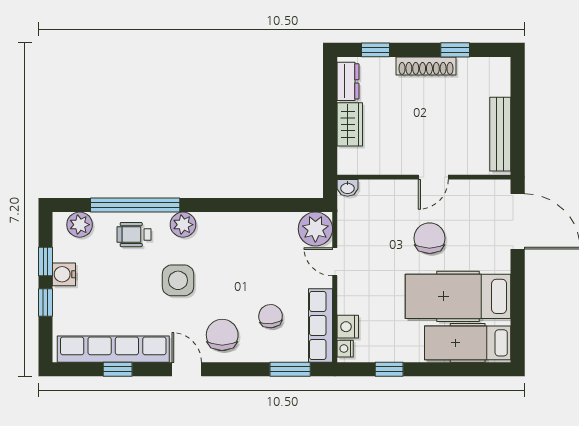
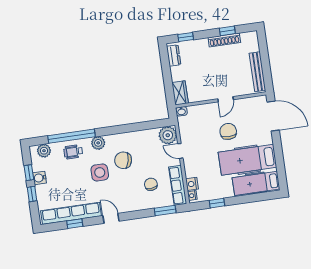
shoe rack: (426, 66) -> (224, 40), moved
wardrobe: (350, 124) -> (180, 93), moved
chair: (222, 335) -> (123, 160), moved, turned -77

